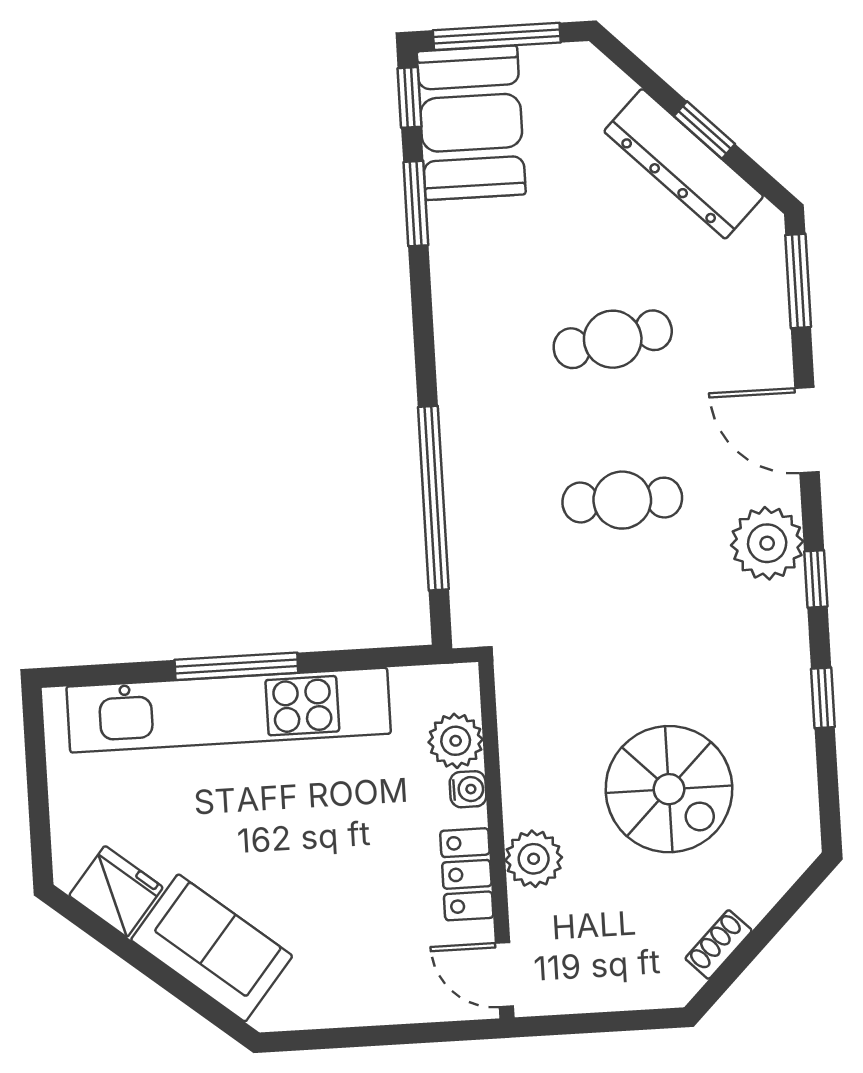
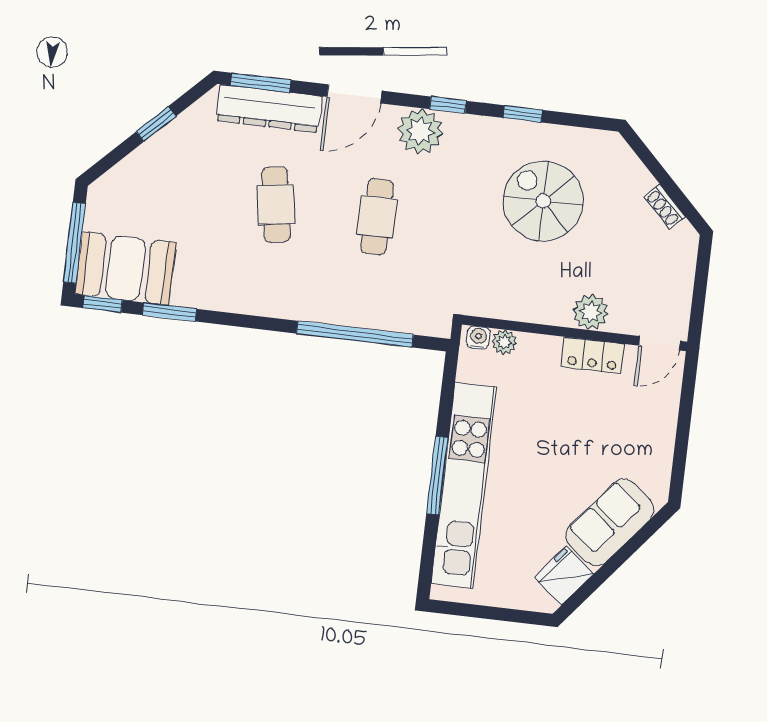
dresser: (684, 164) -> (269, 109), moved, turned 45
plant: (456, 741) -> (504, 342), width x0.73, depth x0.73
water cooler: (468, 789) -> (478, 338), moved
spiral stairs: (669, 789) -> (543, 201), moved, turned -90

